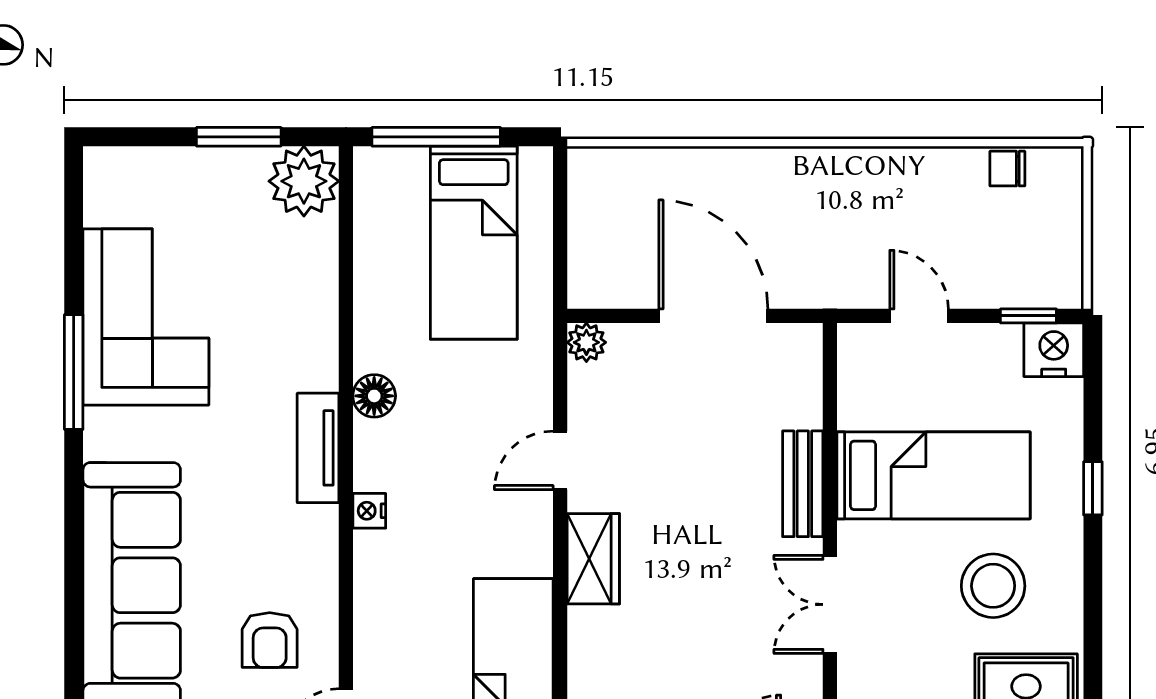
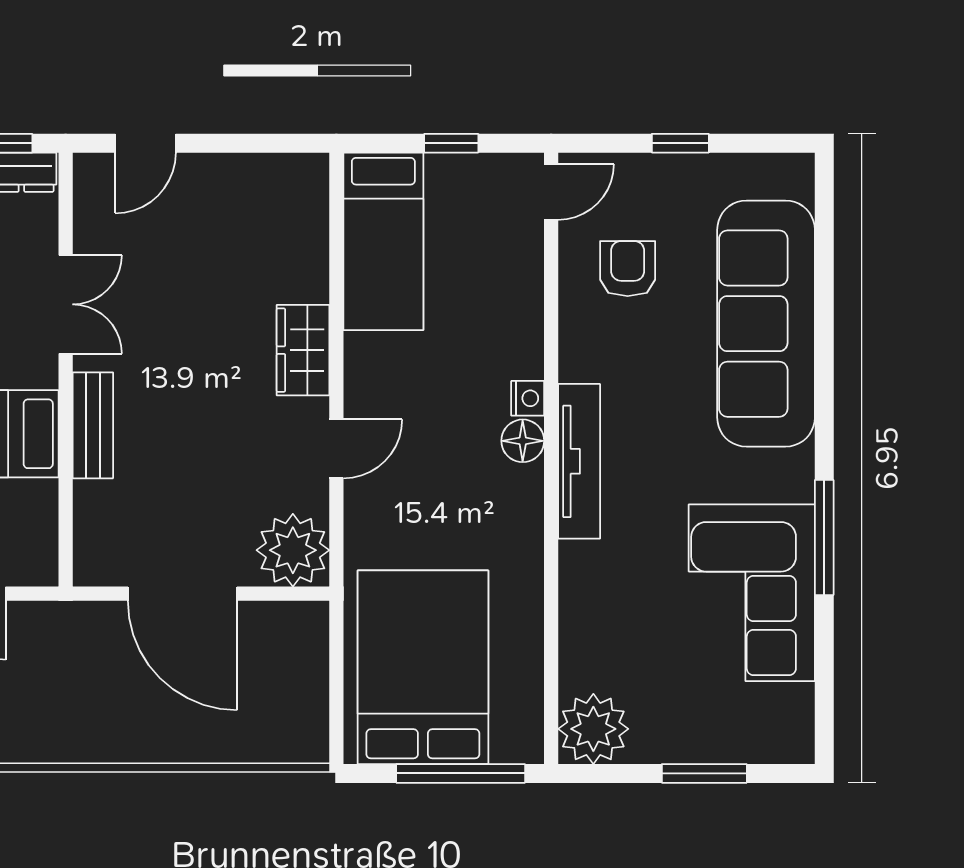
window: (239, 137) -> (704, 773), moved
bed: (474, 243) -> (423, 667), width x1.50
plant: (586, 342) -> (293, 550), width x1.88, depth x1.88
floor lamp: (374, 396) -> (523, 441), moved
tv unit: (318, 448) -> (579, 461), width x1.41

